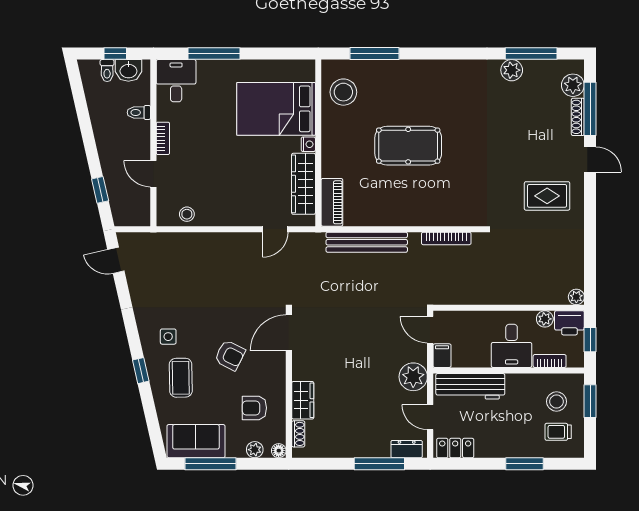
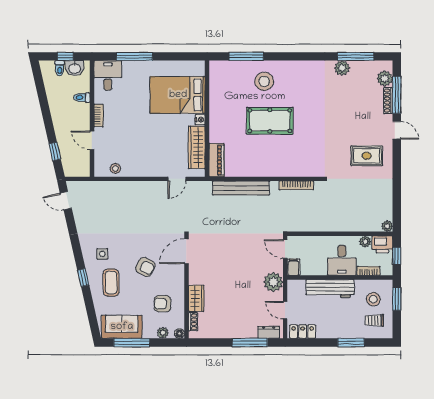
stool: (343, 92) -> (264, 81), moved
workbench: (470, 386) -> (330, 289), moved

